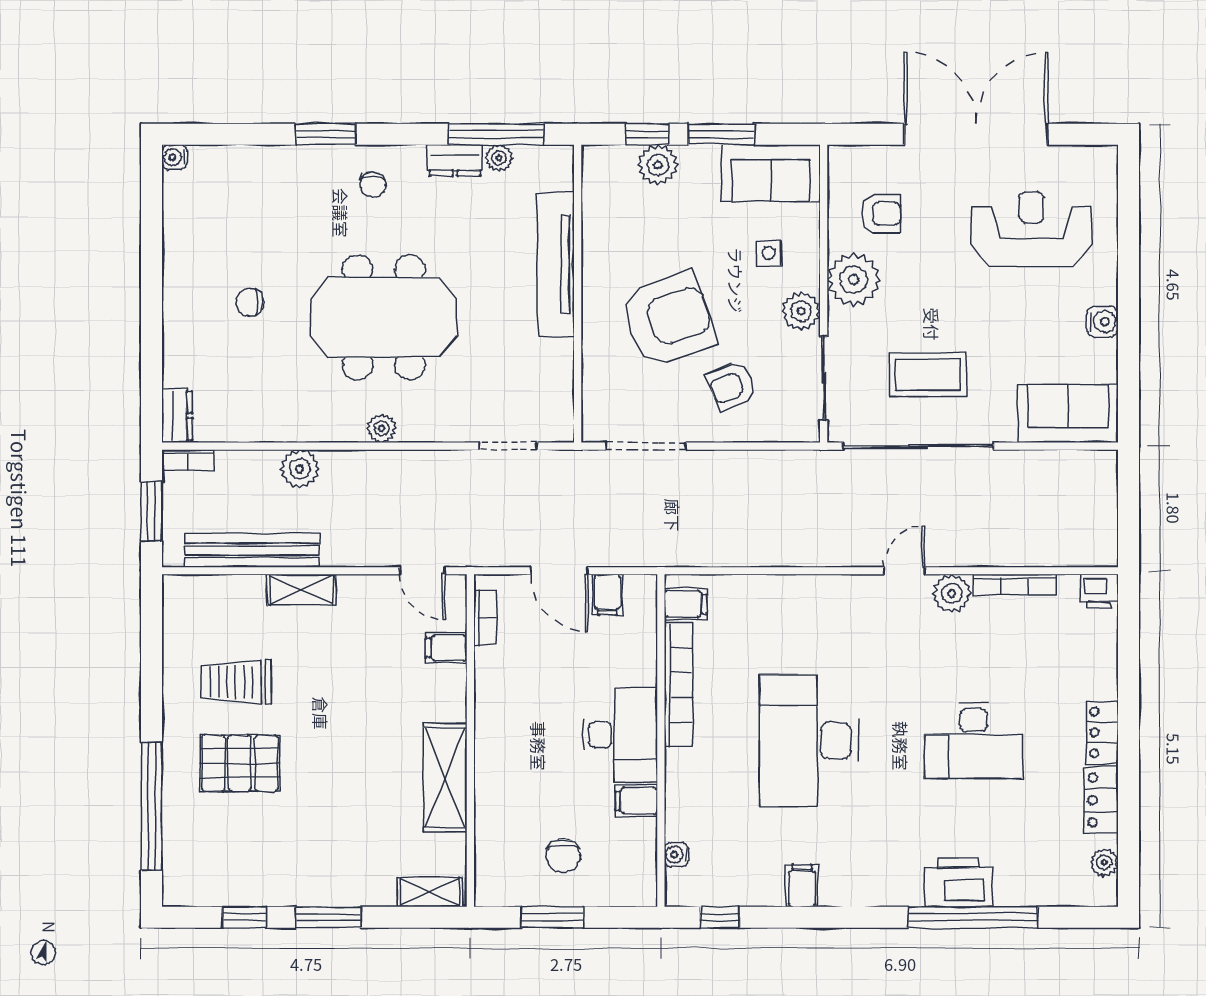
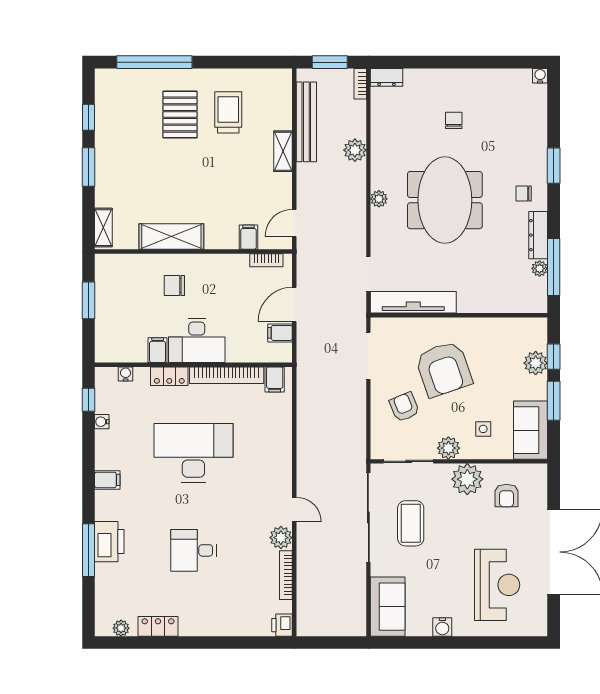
dresser: (455, 160) -> (538, 235), width x1.44
tv unit: (556, 264) -> (413, 302), moved
locker: (1102, 732) -> (169, 376), moved, turned 180
desk: (973, 741) -> (193, 550), width x0.73
chair: (563, 856) -> (174, 286), moved
filing cabinet: (802, 886) -> (107, 480), moved
water cooler: (757, 895) -> (102, 422), added
window: (973, 917) -> (88, 550), width x0.68

